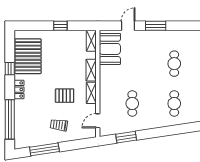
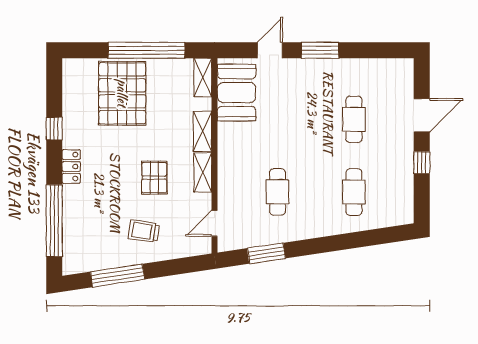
window: (60, 26) -> (146, 50), width x3.17
pallet: (28, 56) -> (122, 93), moved
pallet: (65, 96) -> (154, 178), turned 90

